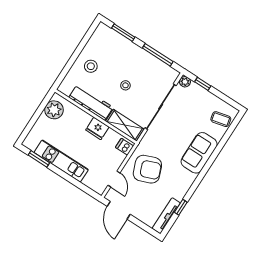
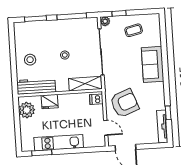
workbench: (91, 102) -> (36, 86), moved
coffee table: (221, 119) -> (134, 30), moved
fridge: (97, 128) -> (50, 102), moved

